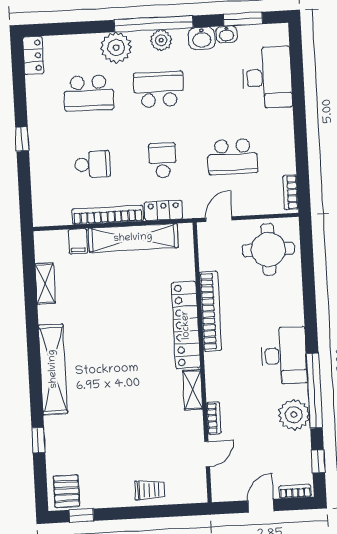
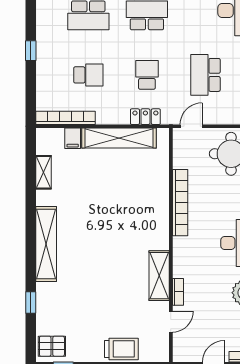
school desk: (233, 157) -> (206, 75), turned 90
bookcase: (108, 215) -> (66, 118), moved
locker: (186, 325) -> (159, 213), removed
shelving: (193, 390) -> (159, 276), width x1.50, depth x1.33
trolley: (150, 490) -> (121, 349), width x1.36, depth x1.39
pallet: (66, 491) -> (52, 346), turned 90

